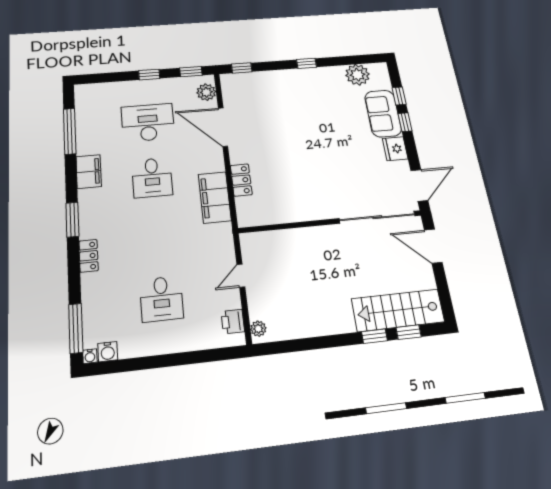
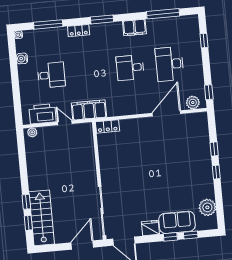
window: (242, 68) -> (214, 149), moved
window: (149, 75) -> (204, 41), moved
desk: (148, 123) -> (170, 64), turned 180
locker: (241, 180) -> (108, 126), moved
filing cabinet: (215, 197) -> (89, 110), moved
desk: (161, 299) -> (51, 75), turned 180
printer: (233, 322) -> (42, 114), width x1.87, depth x1.48
window: (76, 328) -> (48, 24), moved
water cooler: (108, 352) -> (22, 58), moved

